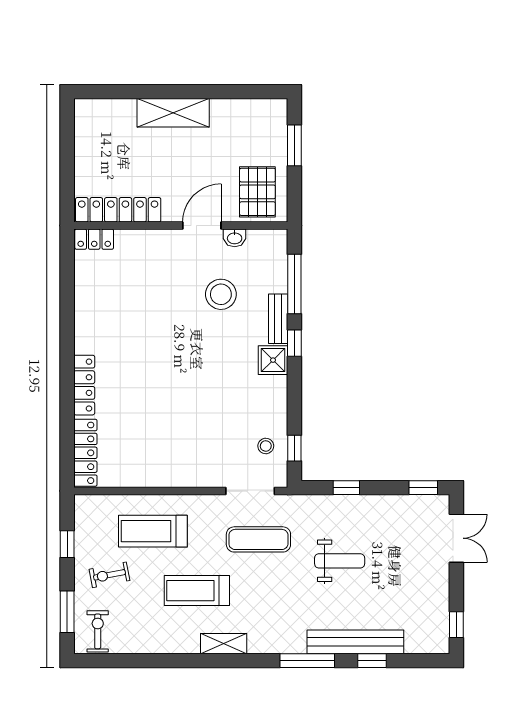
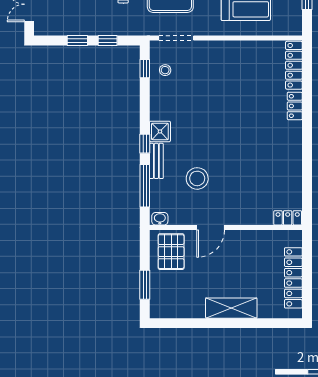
locker: (118, 210) -> (293, 278), moved, turned 90
washbasin: (235, 238) -> (160, 219), moved
locker: (84, 385) -> (295, 106), width x0.66
window: (423, 488) -> (77, 40), moved

